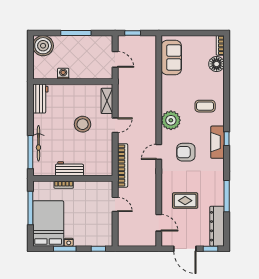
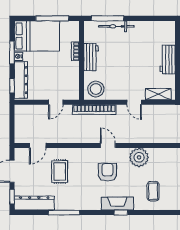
workbench: (40, 99) -> (168, 60), moved, turned 90
stool: (83, 124) -> (96, 89), moved
dresser: (93, 240) -> (21, 80), added

